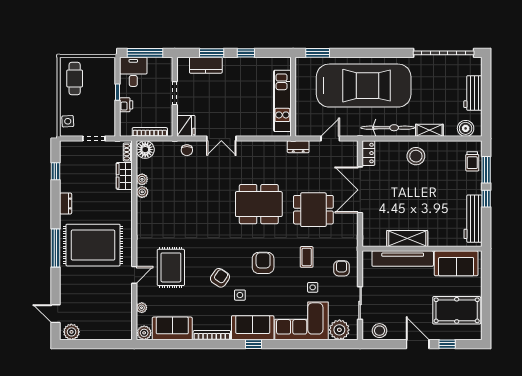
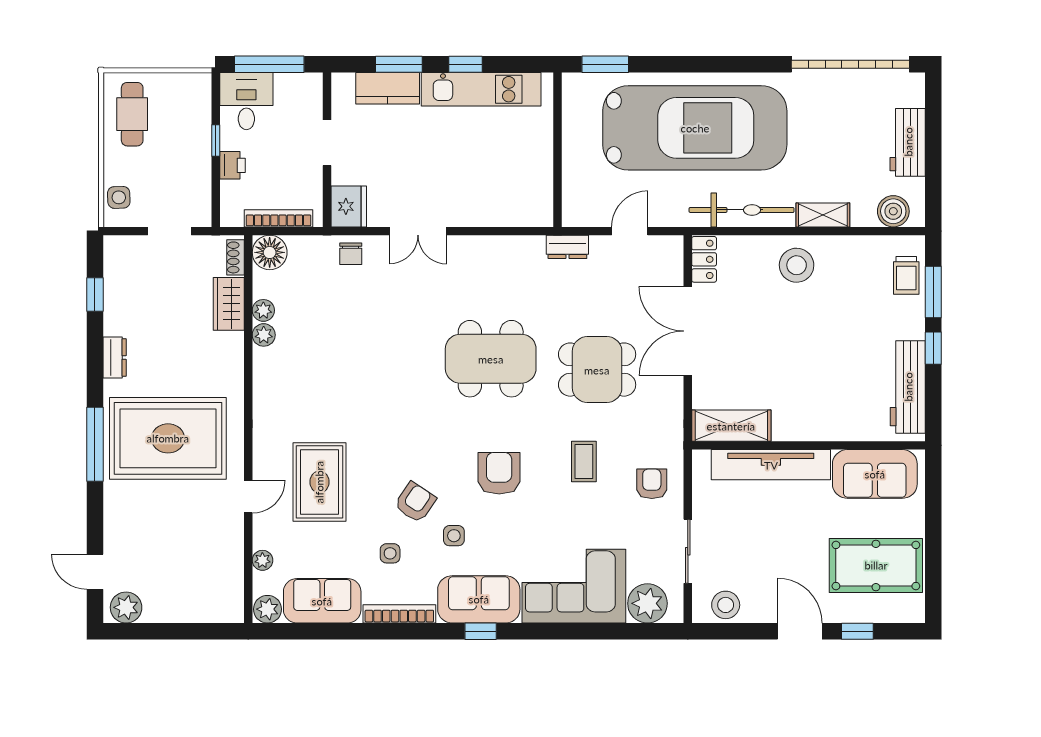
kitchen unit: (282, 101) -> (481, 89), moved, turned -90
shelving: (407, 238) -> (731, 426), moved
side table: (313, 287) -> (390, 553), moved

